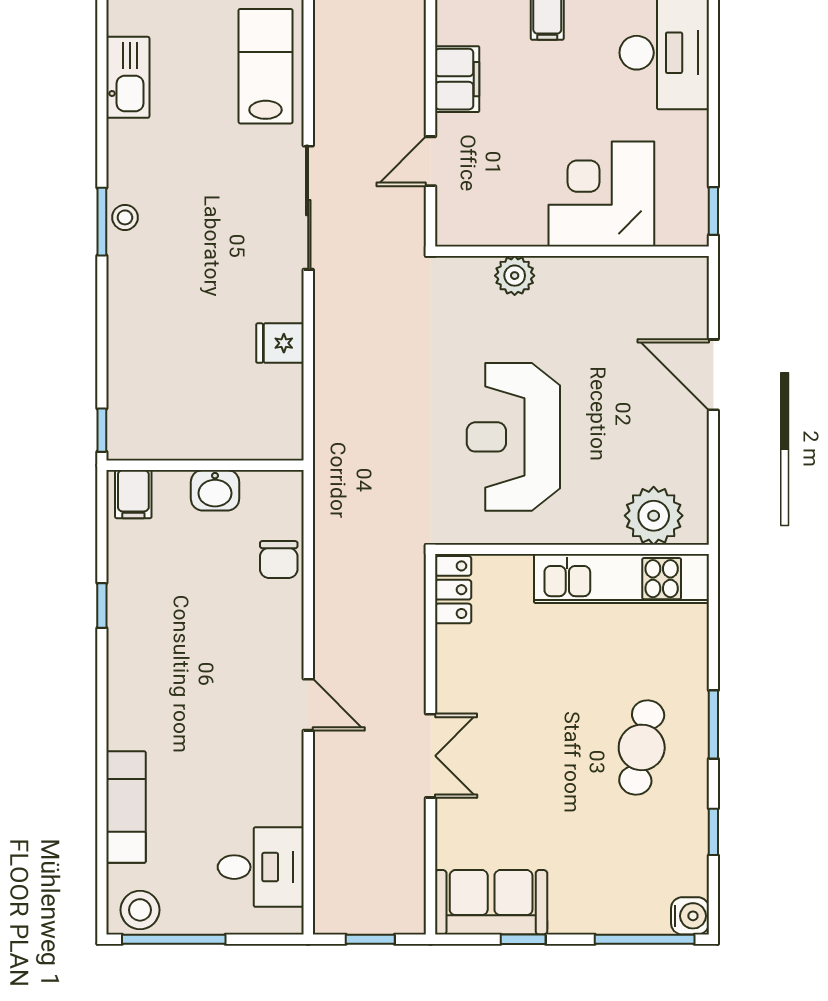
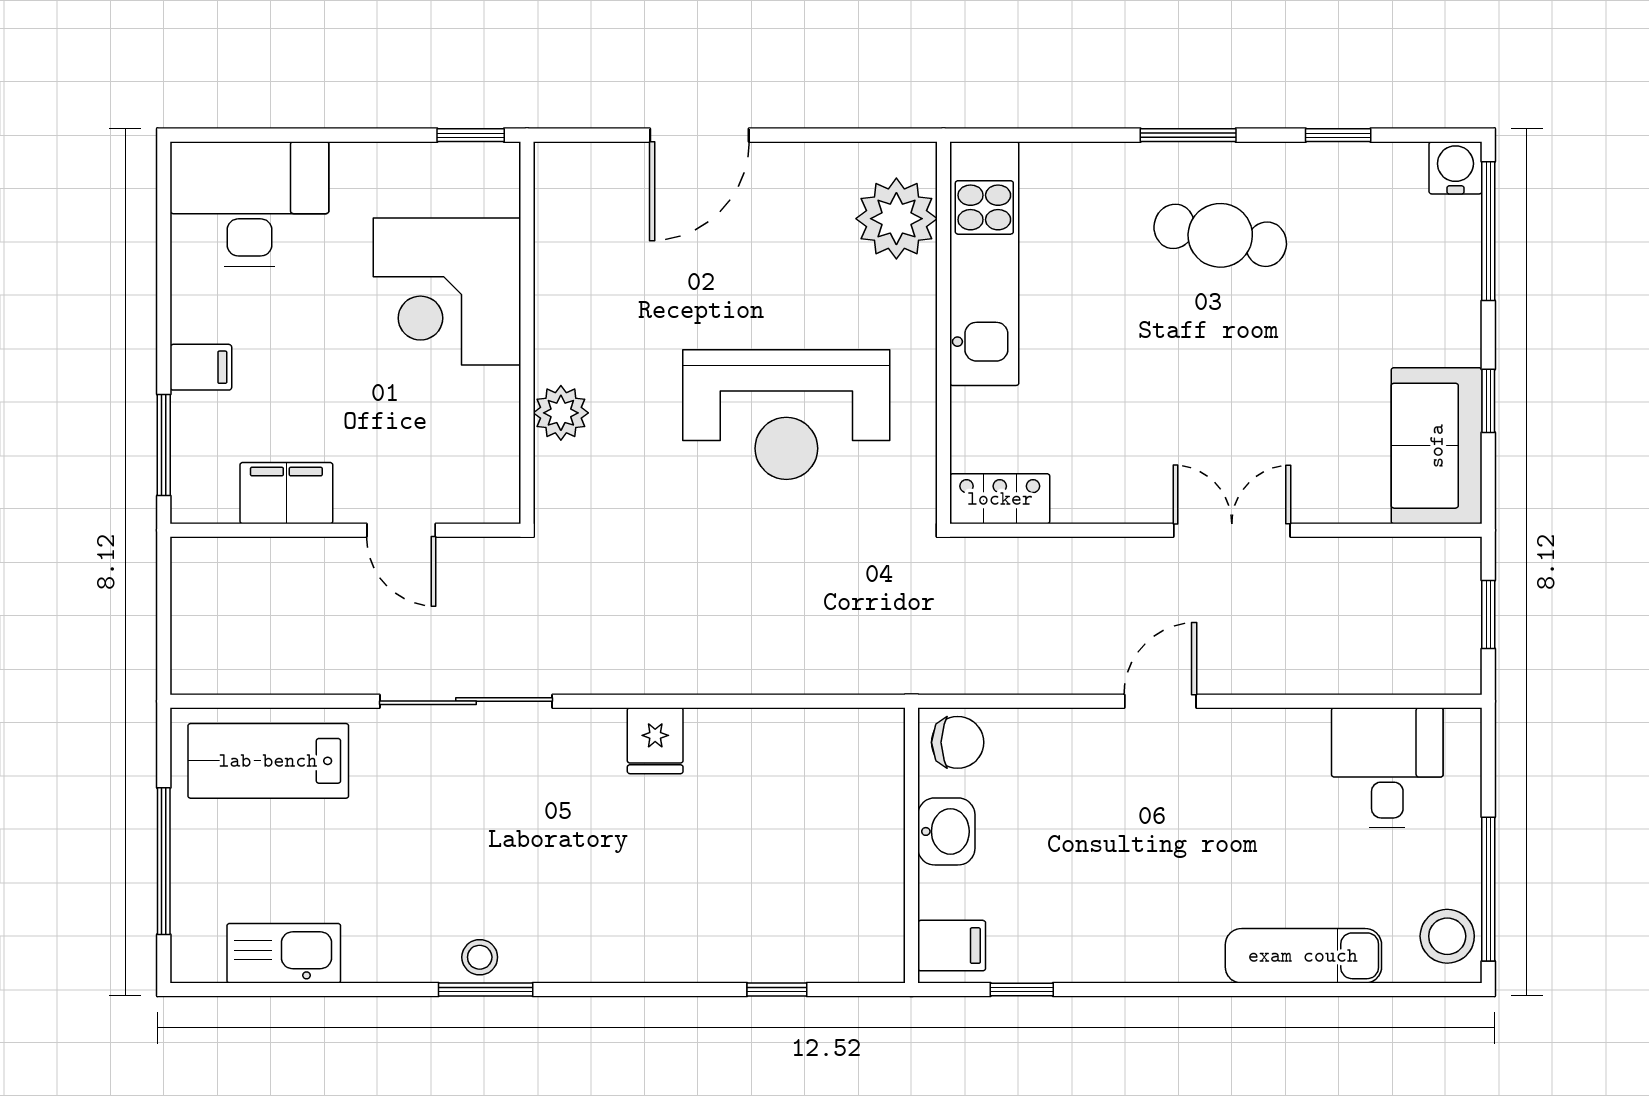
wall: (205, 465) -> (911, 845), moved
washbasin: (215, 490) -> (946, 831), moved
filing cabinet: (133, 494) -> (952, 946), moved

